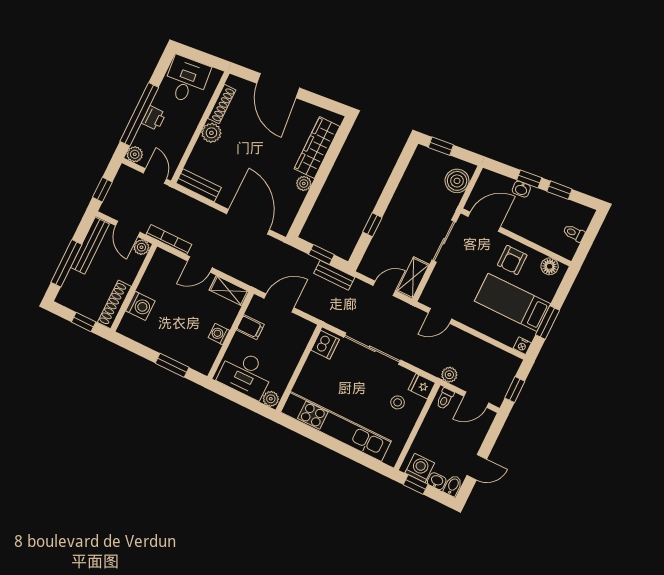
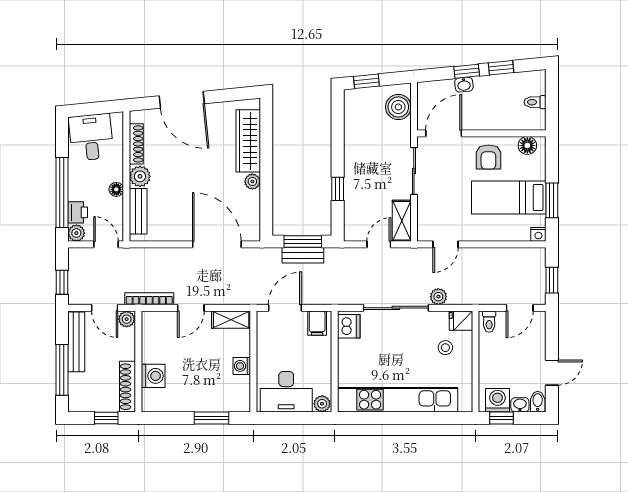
printer: (154, 118) -> (78, 212), moved
floor lamp: (186, 134) -> (116, 189), added
bench: (199, 185) -> (138, 211), moved, turned 90
window: (321, 255) -> (303, 241), width x1.50
bench: (334, 275) -> (303, 255), moved
filing cabinet: (250, 327) -> (317, 323), moved, turned 90
plant: (449, 375) -> (438, 297), moved

